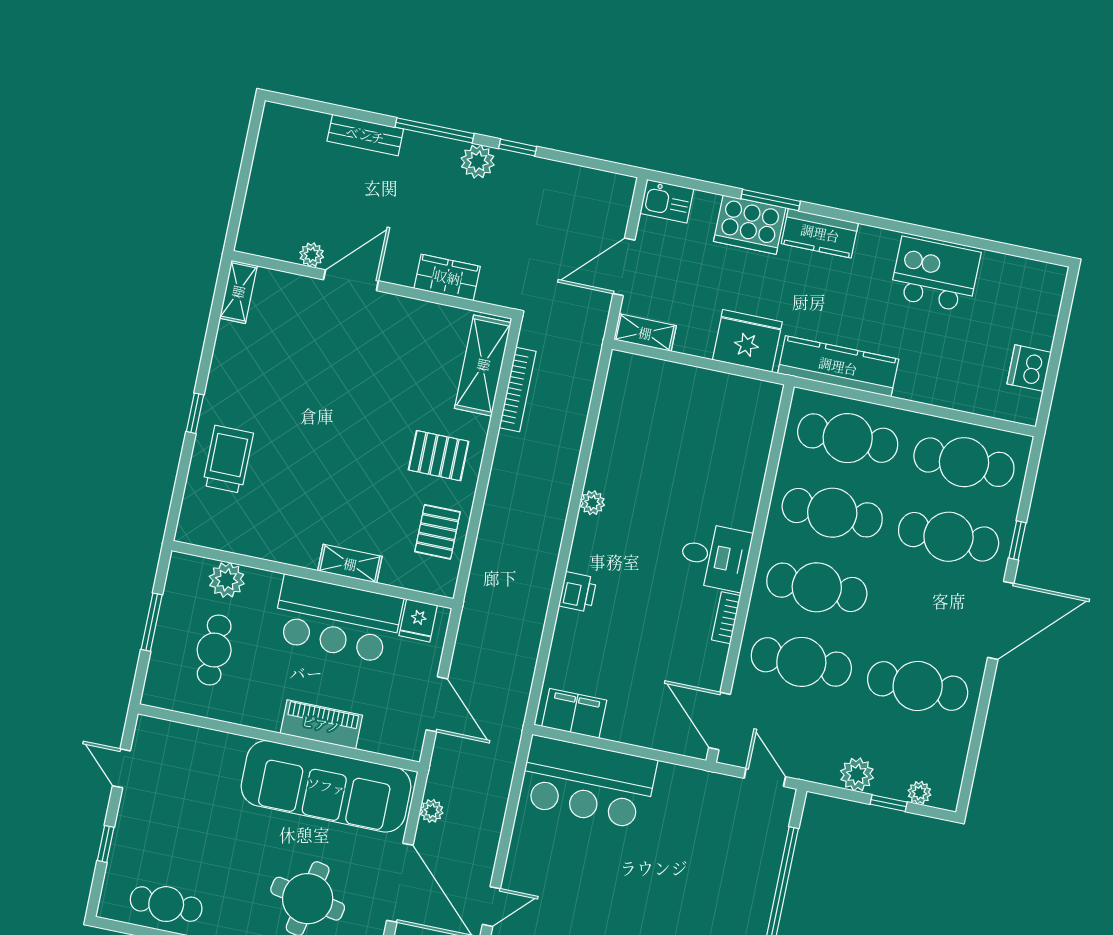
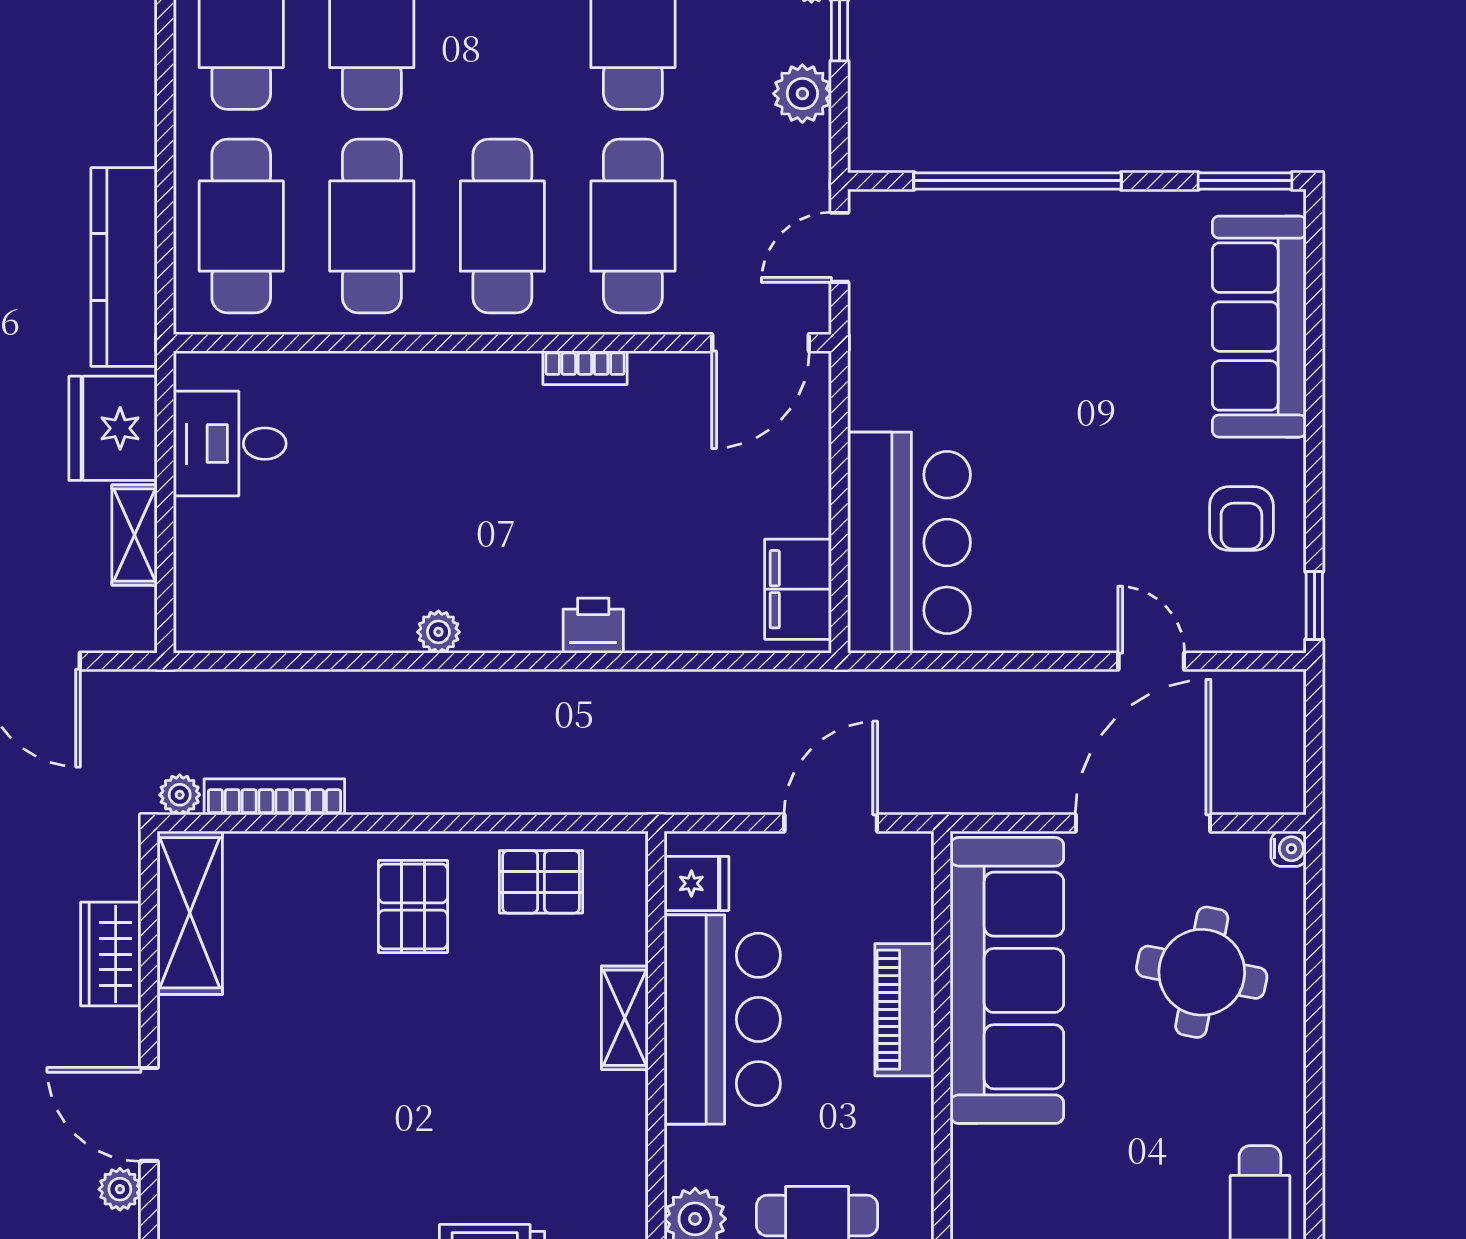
shelving: (645, 333) -> (135, 535), moved
shelving: (483, 365) -> (190, 913), moved, turned 90
desk: (715, 557) -> (230, 444), moved, turned -90
plant: (432, 811) -> (180, 795), moved

